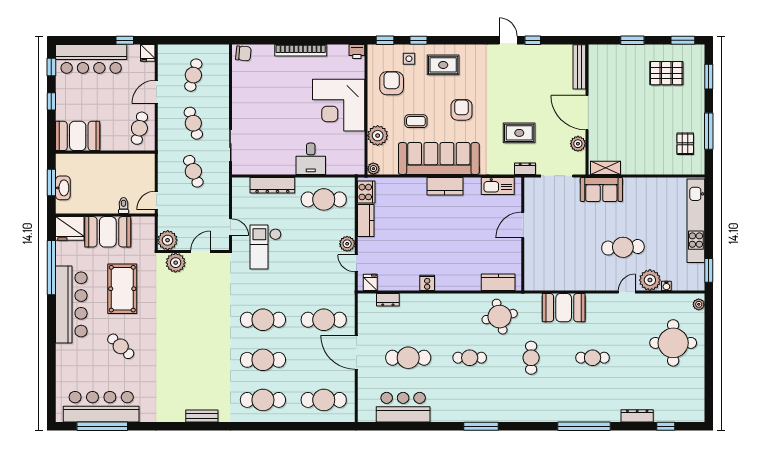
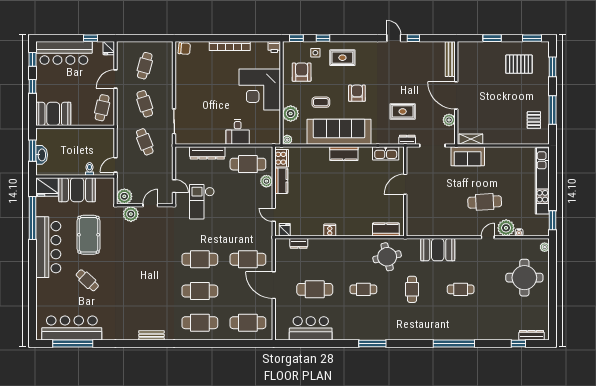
plant: (347, 244) -> (266, 181), moved
dresser: (637, 416) -> (532, 335), moved

